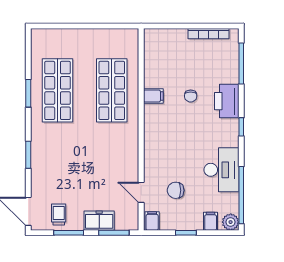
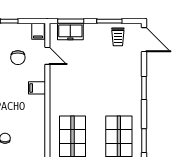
filing cabinet: (153, 96) -> (37, 88), moved
chair: (176, 190) -> (18, 58), turned 90
freezer: (99, 221) -> (70, 32), moved

